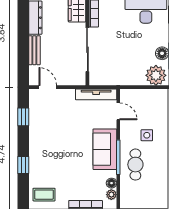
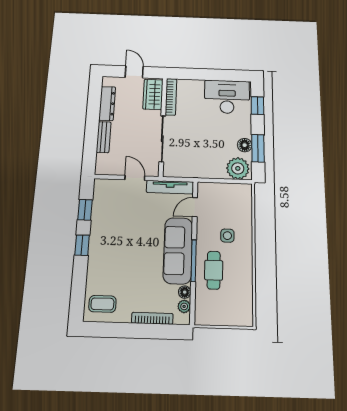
door: (48, 87) -> (135, 178), moved
door: (118, 111) -> (195, 207), swing flipped
sofa: (105, 149) -> (178, 250), width x1.36
window: (23, 165) -> (82, 245), moved

